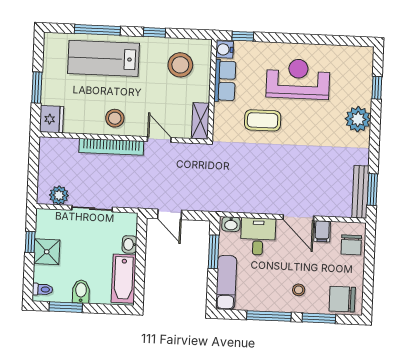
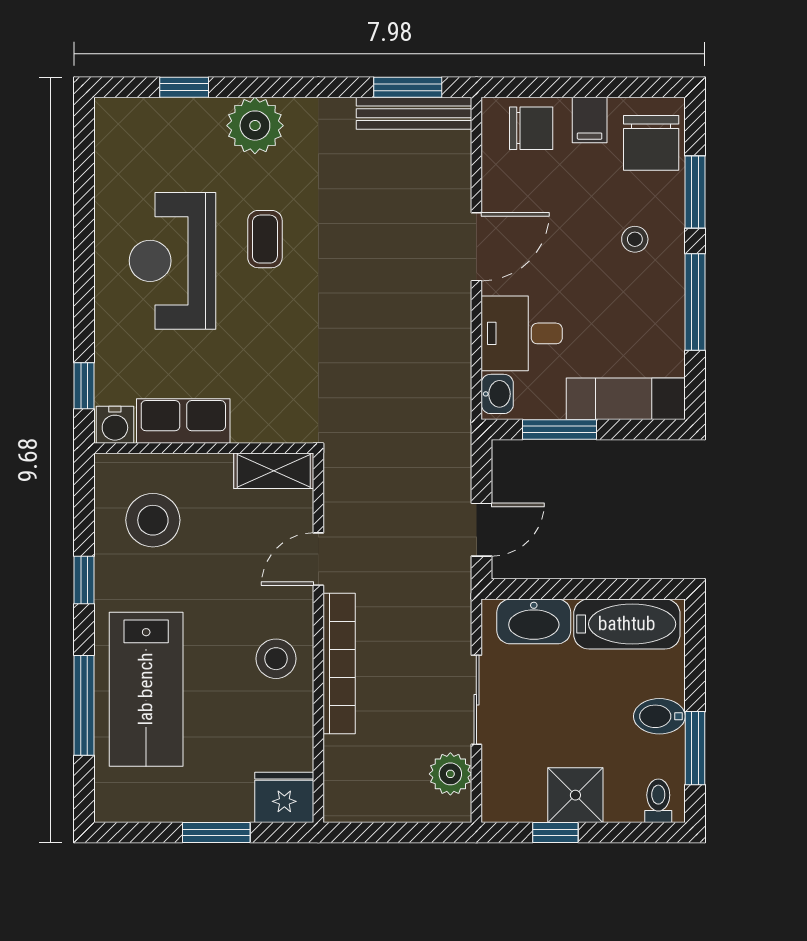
coffee table: (263, 120) -> (265, 239), moved, width x0.73, depth x0.77
filing cabinet: (322, 231) -> (590, 120), moved, turned 90
washbasin: (129, 244) -> (534, 621), width x1.91, depth x1.45

